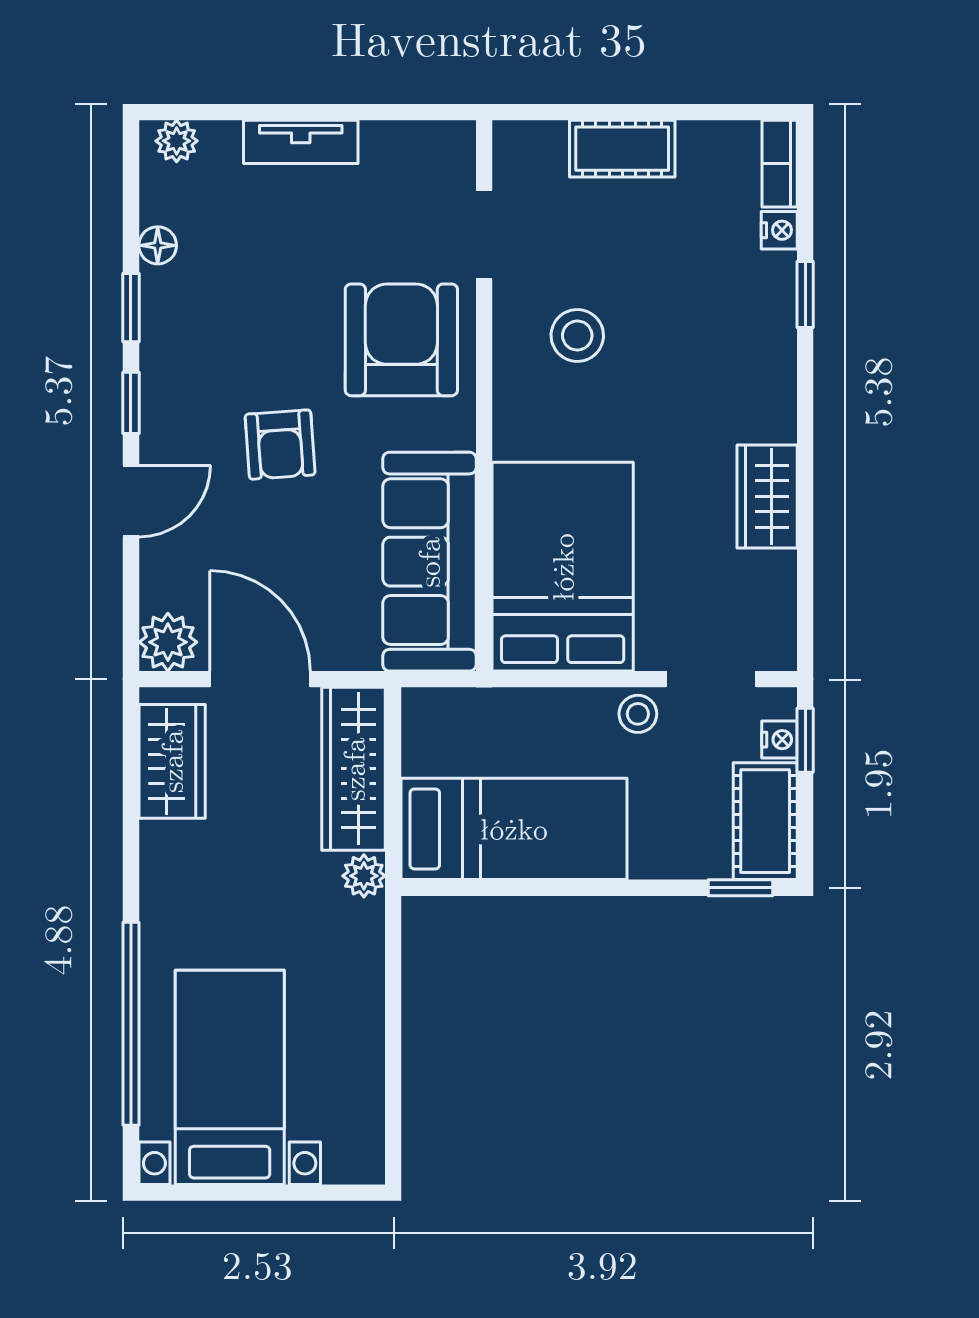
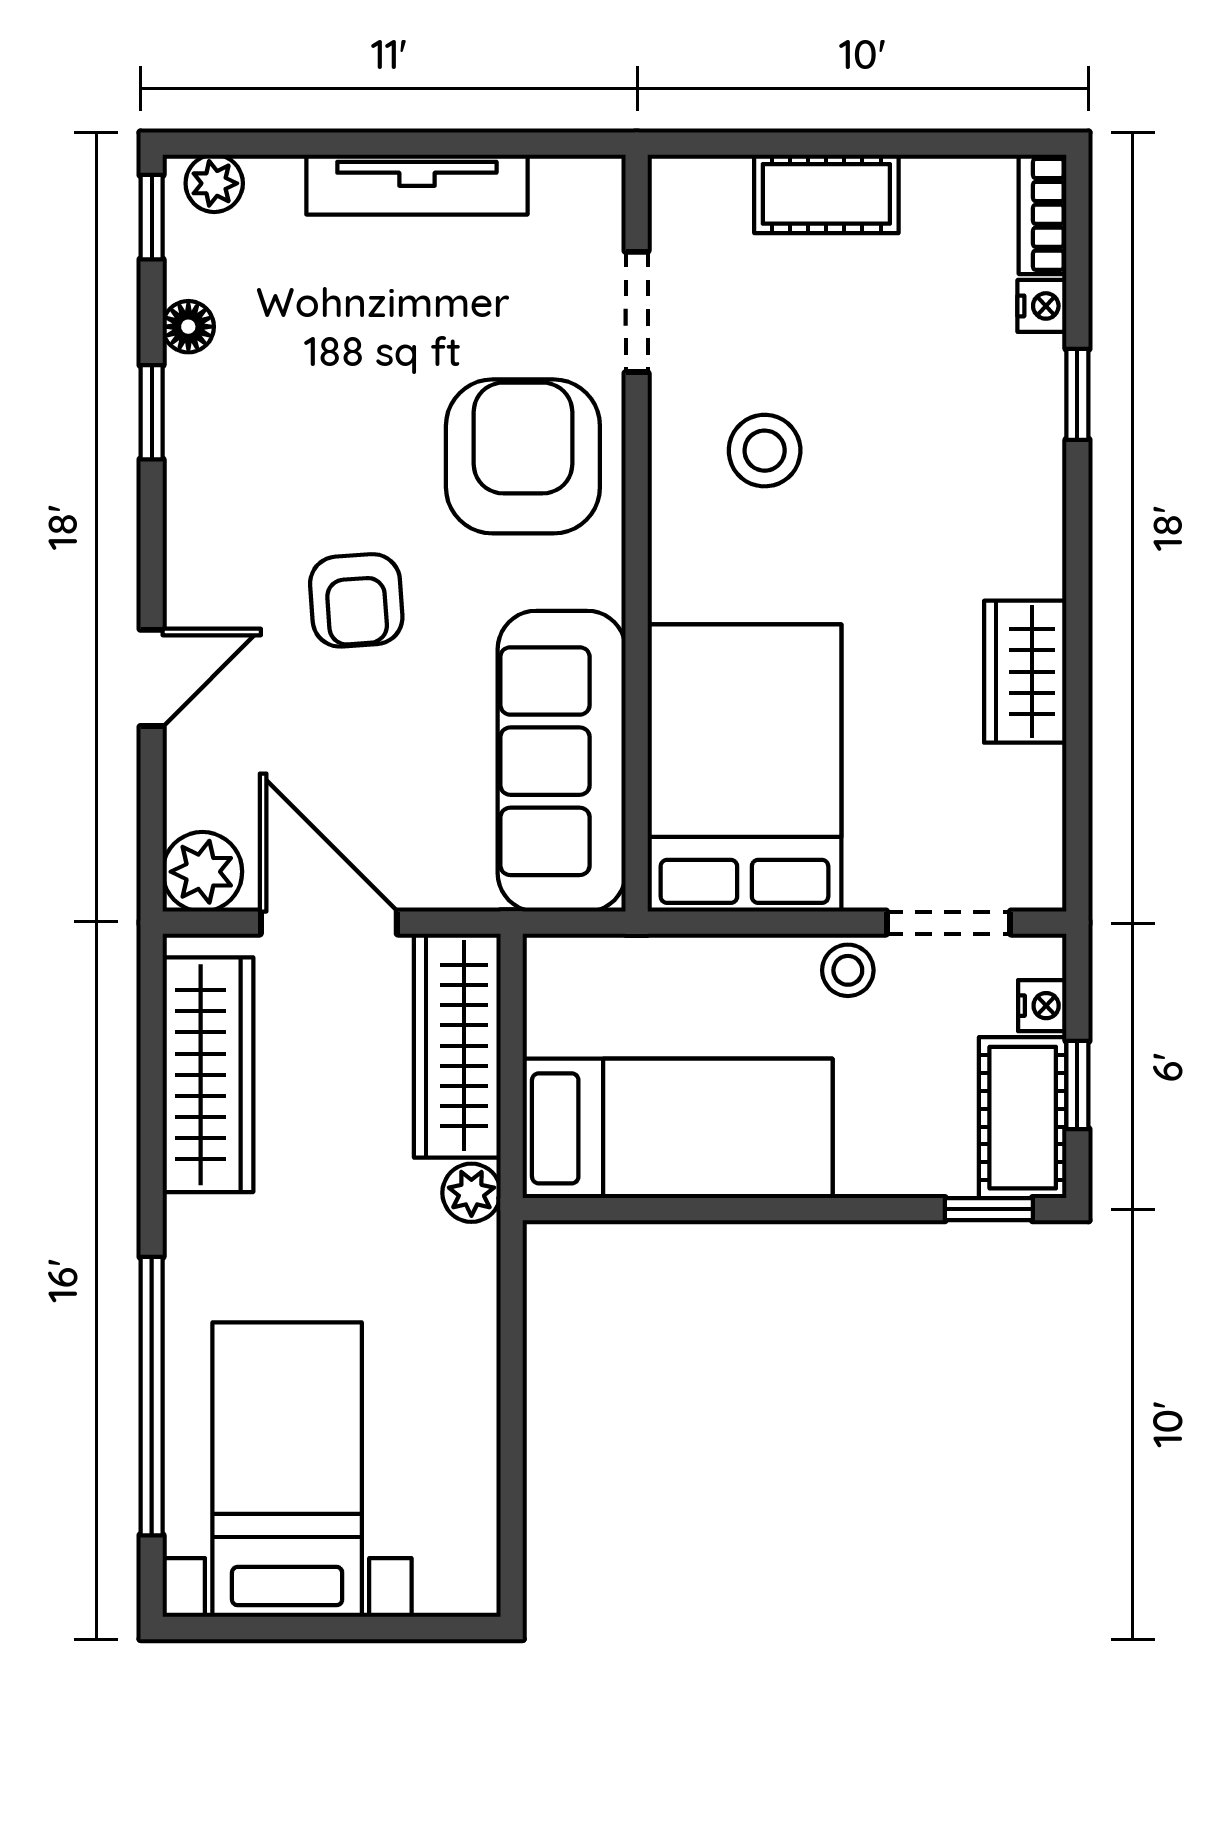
tv unit: (301, 142) -> (417, 185), width x1.41
window: (131, 403) -> (152, 217), moved
window: (805, 740) -> (1077, 1085), moved
wardrobe: (172, 761) -> (208, 1075), width x1.50

